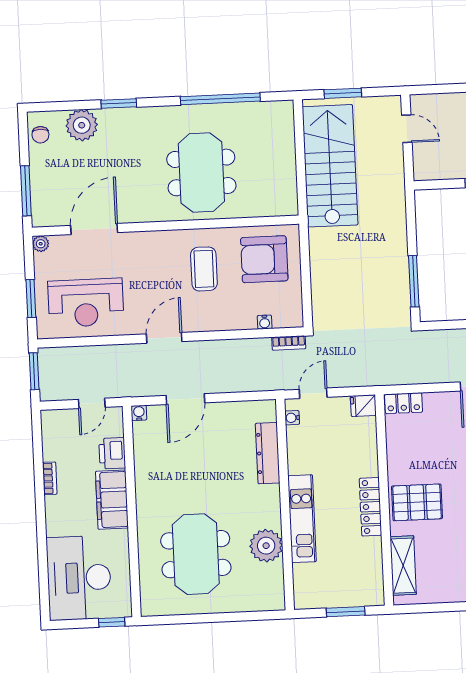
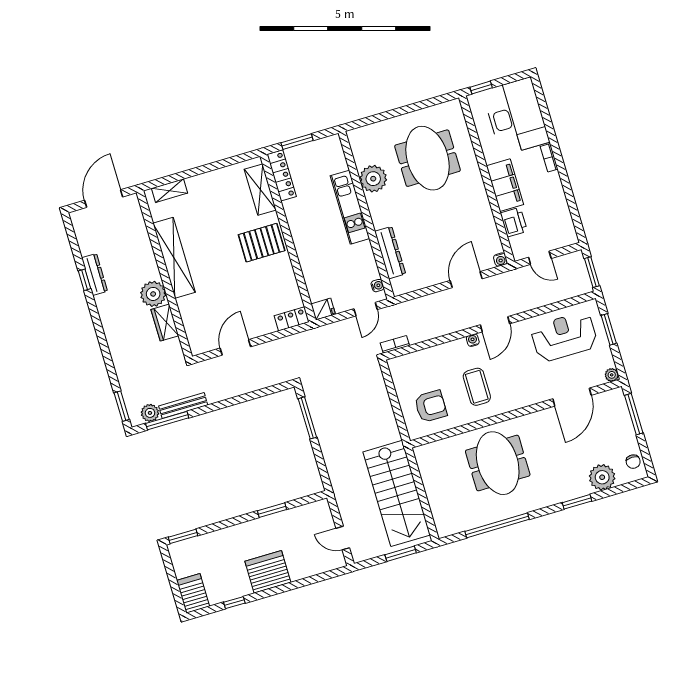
chair: (40, 135) -> (633, 462), turned 180
armchair: (264, 259) -> (431, 406), width x0.73, depth x0.73
water cooler: (265, 322) -> (473, 340), moved
door: (92, 403) -> (540, 258), swing flipped
bookcase: (50, 478) -> (549, 158), moved
locker: (371, 507) -> (282, 175), moved

